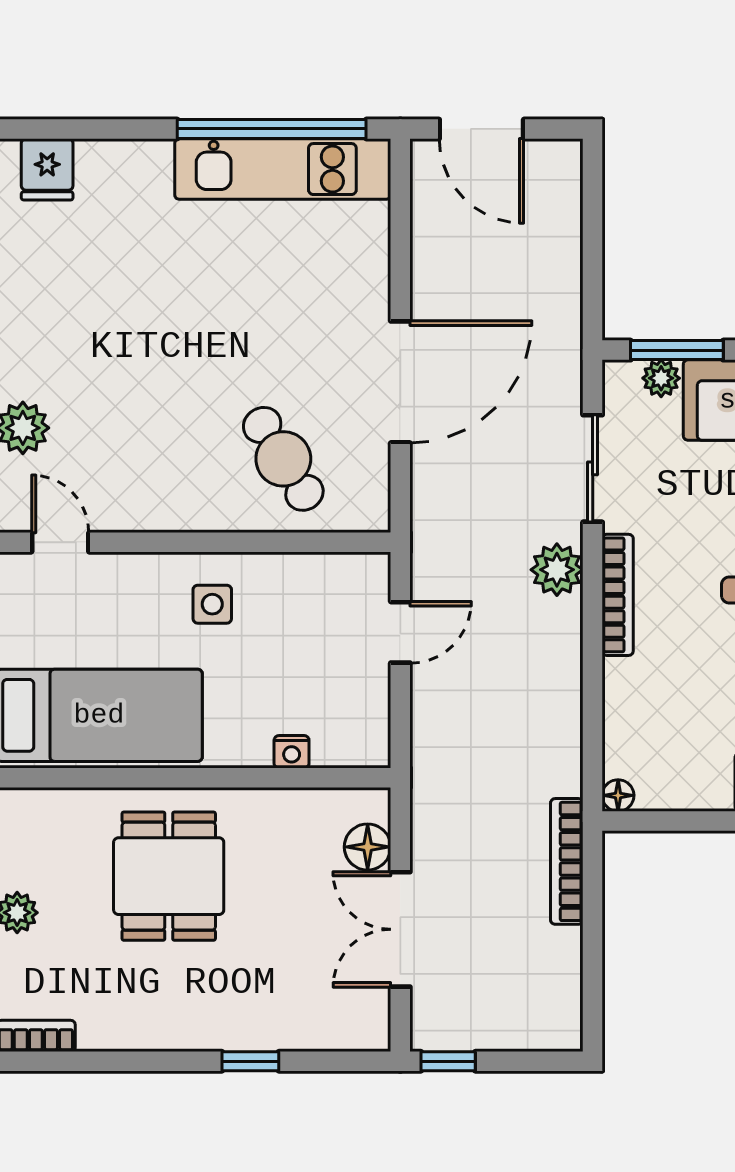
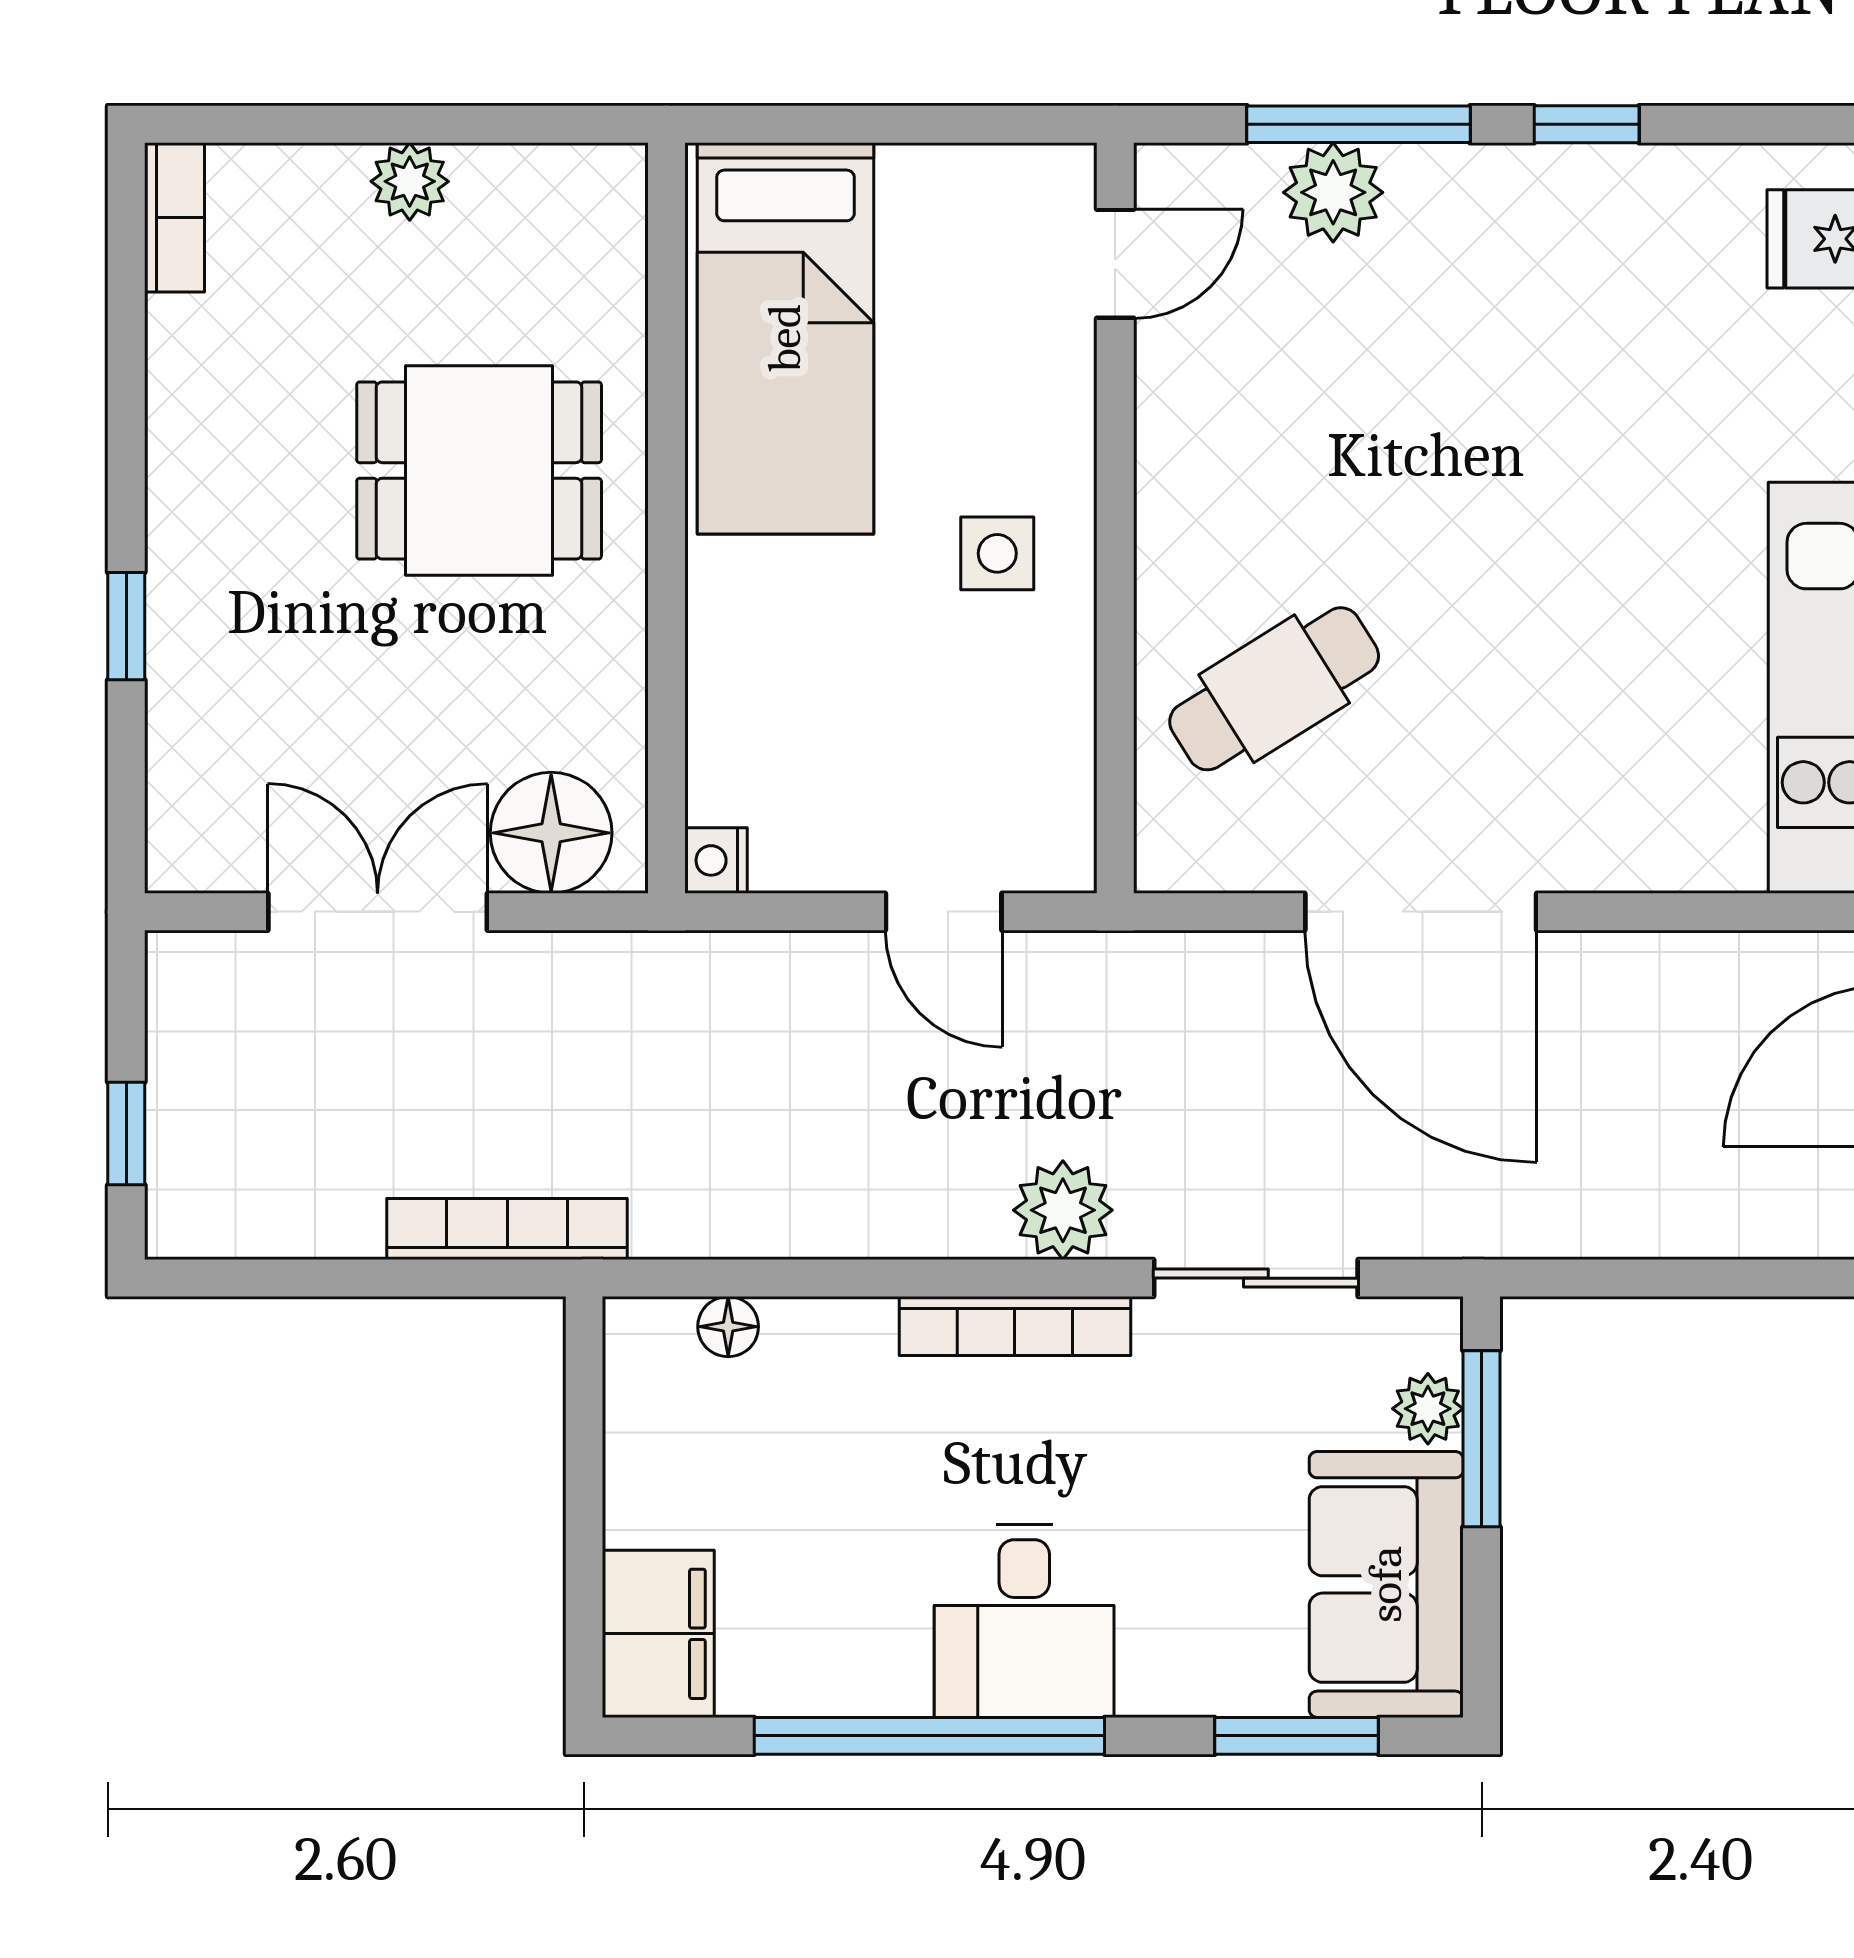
nightstand: (292, 752) -> (716, 860), moved
floor lamp: (618, 795) -> (728, 1327), moved
floor lamp: (368, 847) -> (551, 833), width x1.38, depth x1.38
window: (448, 1061) -> (126, 1133), moved

